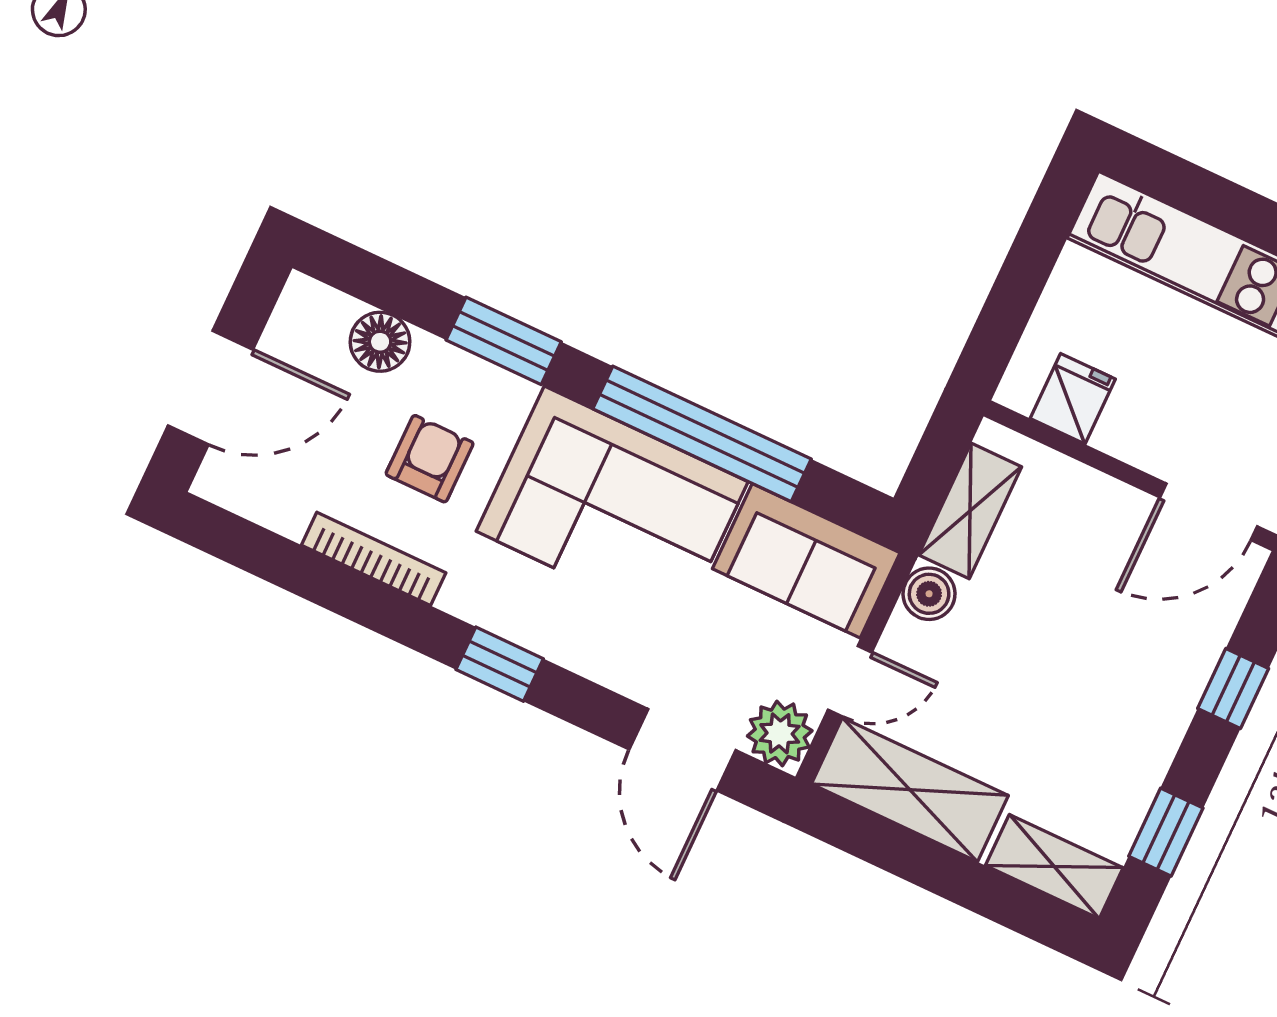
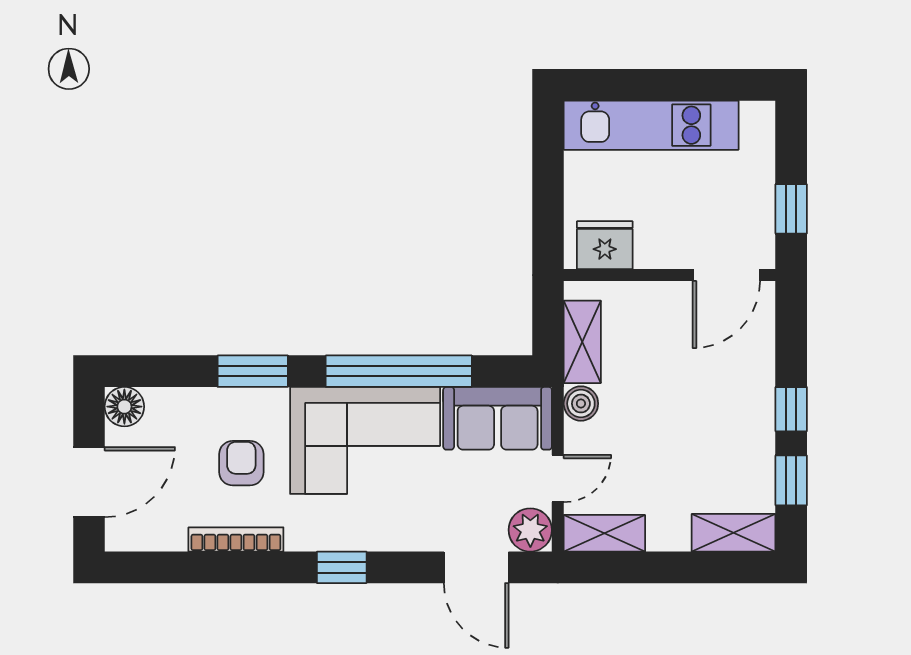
floor lamp: (380, 342) -> (124, 407), moved
fridge: (1073, 399) -> (605, 245), width x1.38
window: (1233, 689) -> (791, 409), moved
shelving: (910, 790) -> (604, 533), width x0.67, depth x0.75

